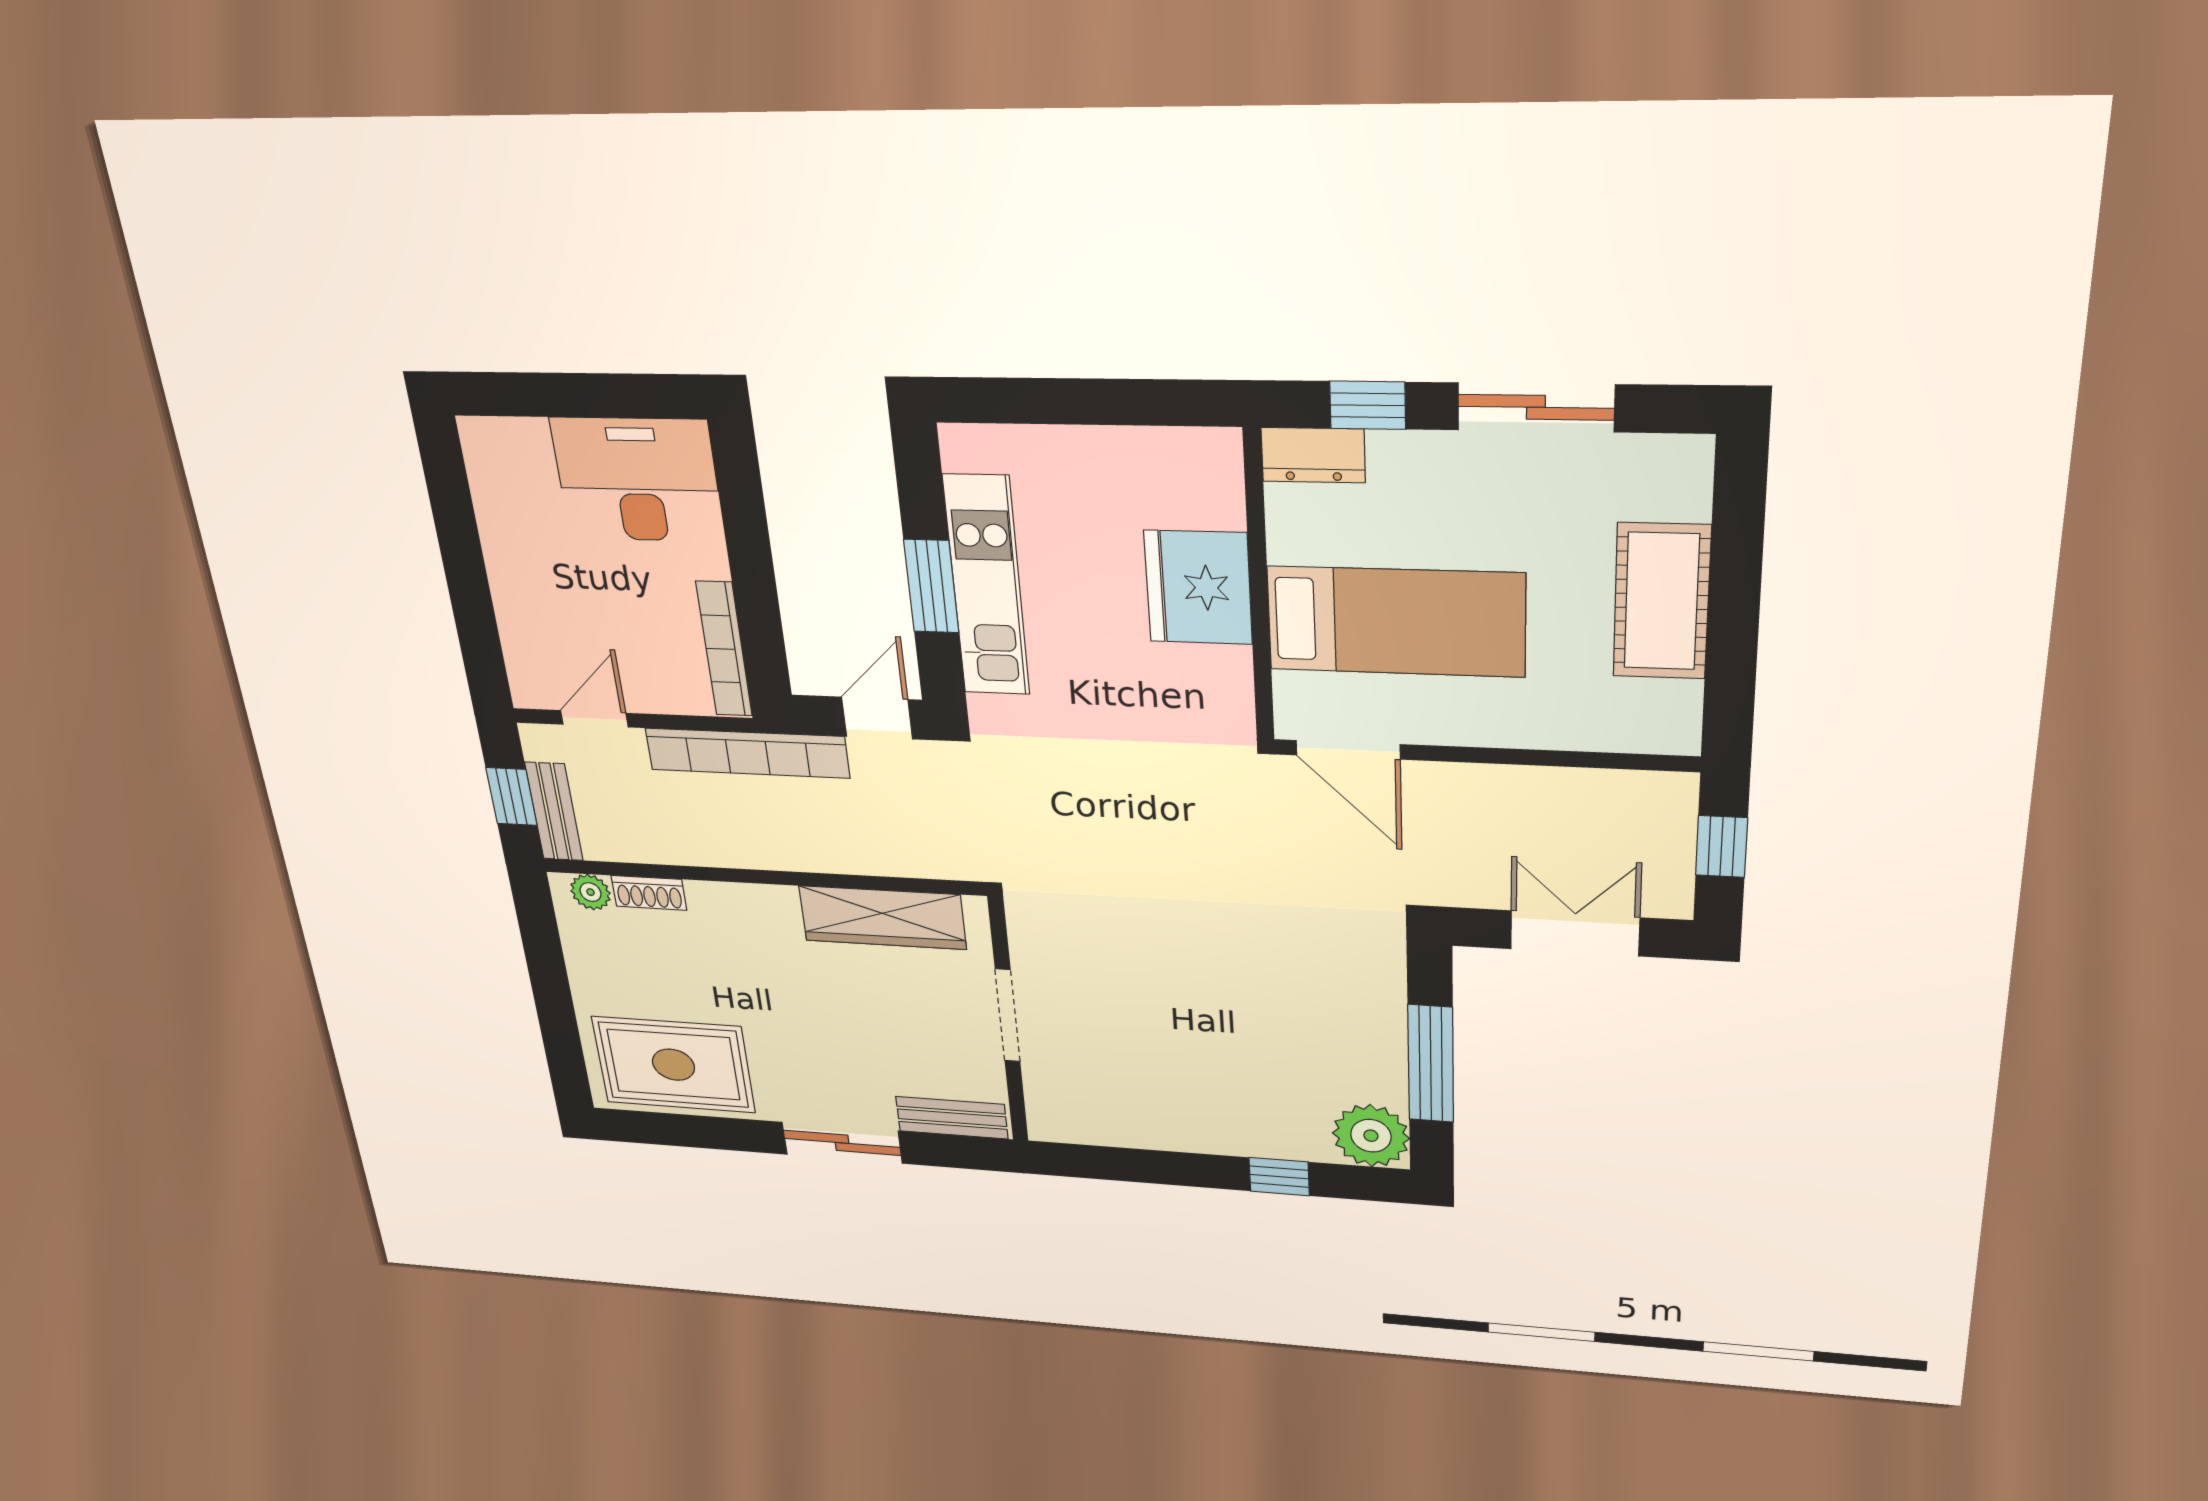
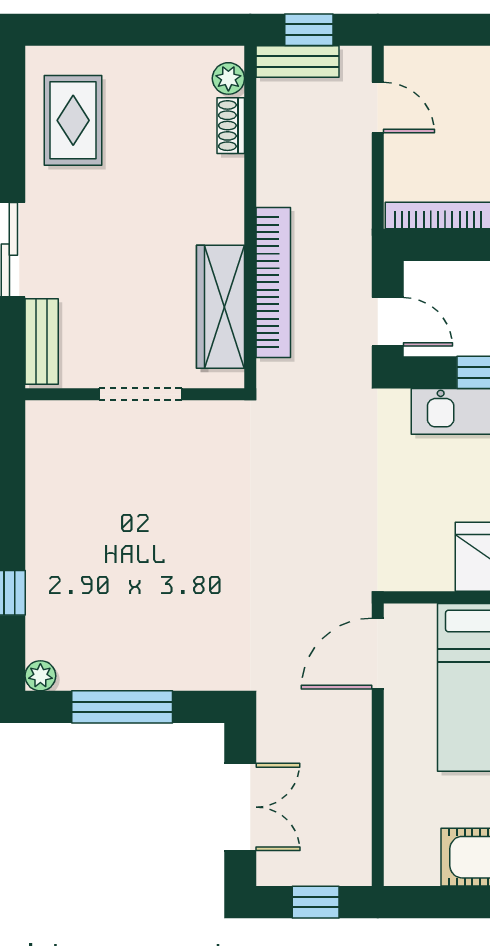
bookcase: (747, 753) -> (273, 282), moved, turned 180
rug: (673, 1065) -> (73, 120), width x0.73, depth x0.70
plant: (1371, 1136) -> (40, 676), width x0.53, depth x0.53

